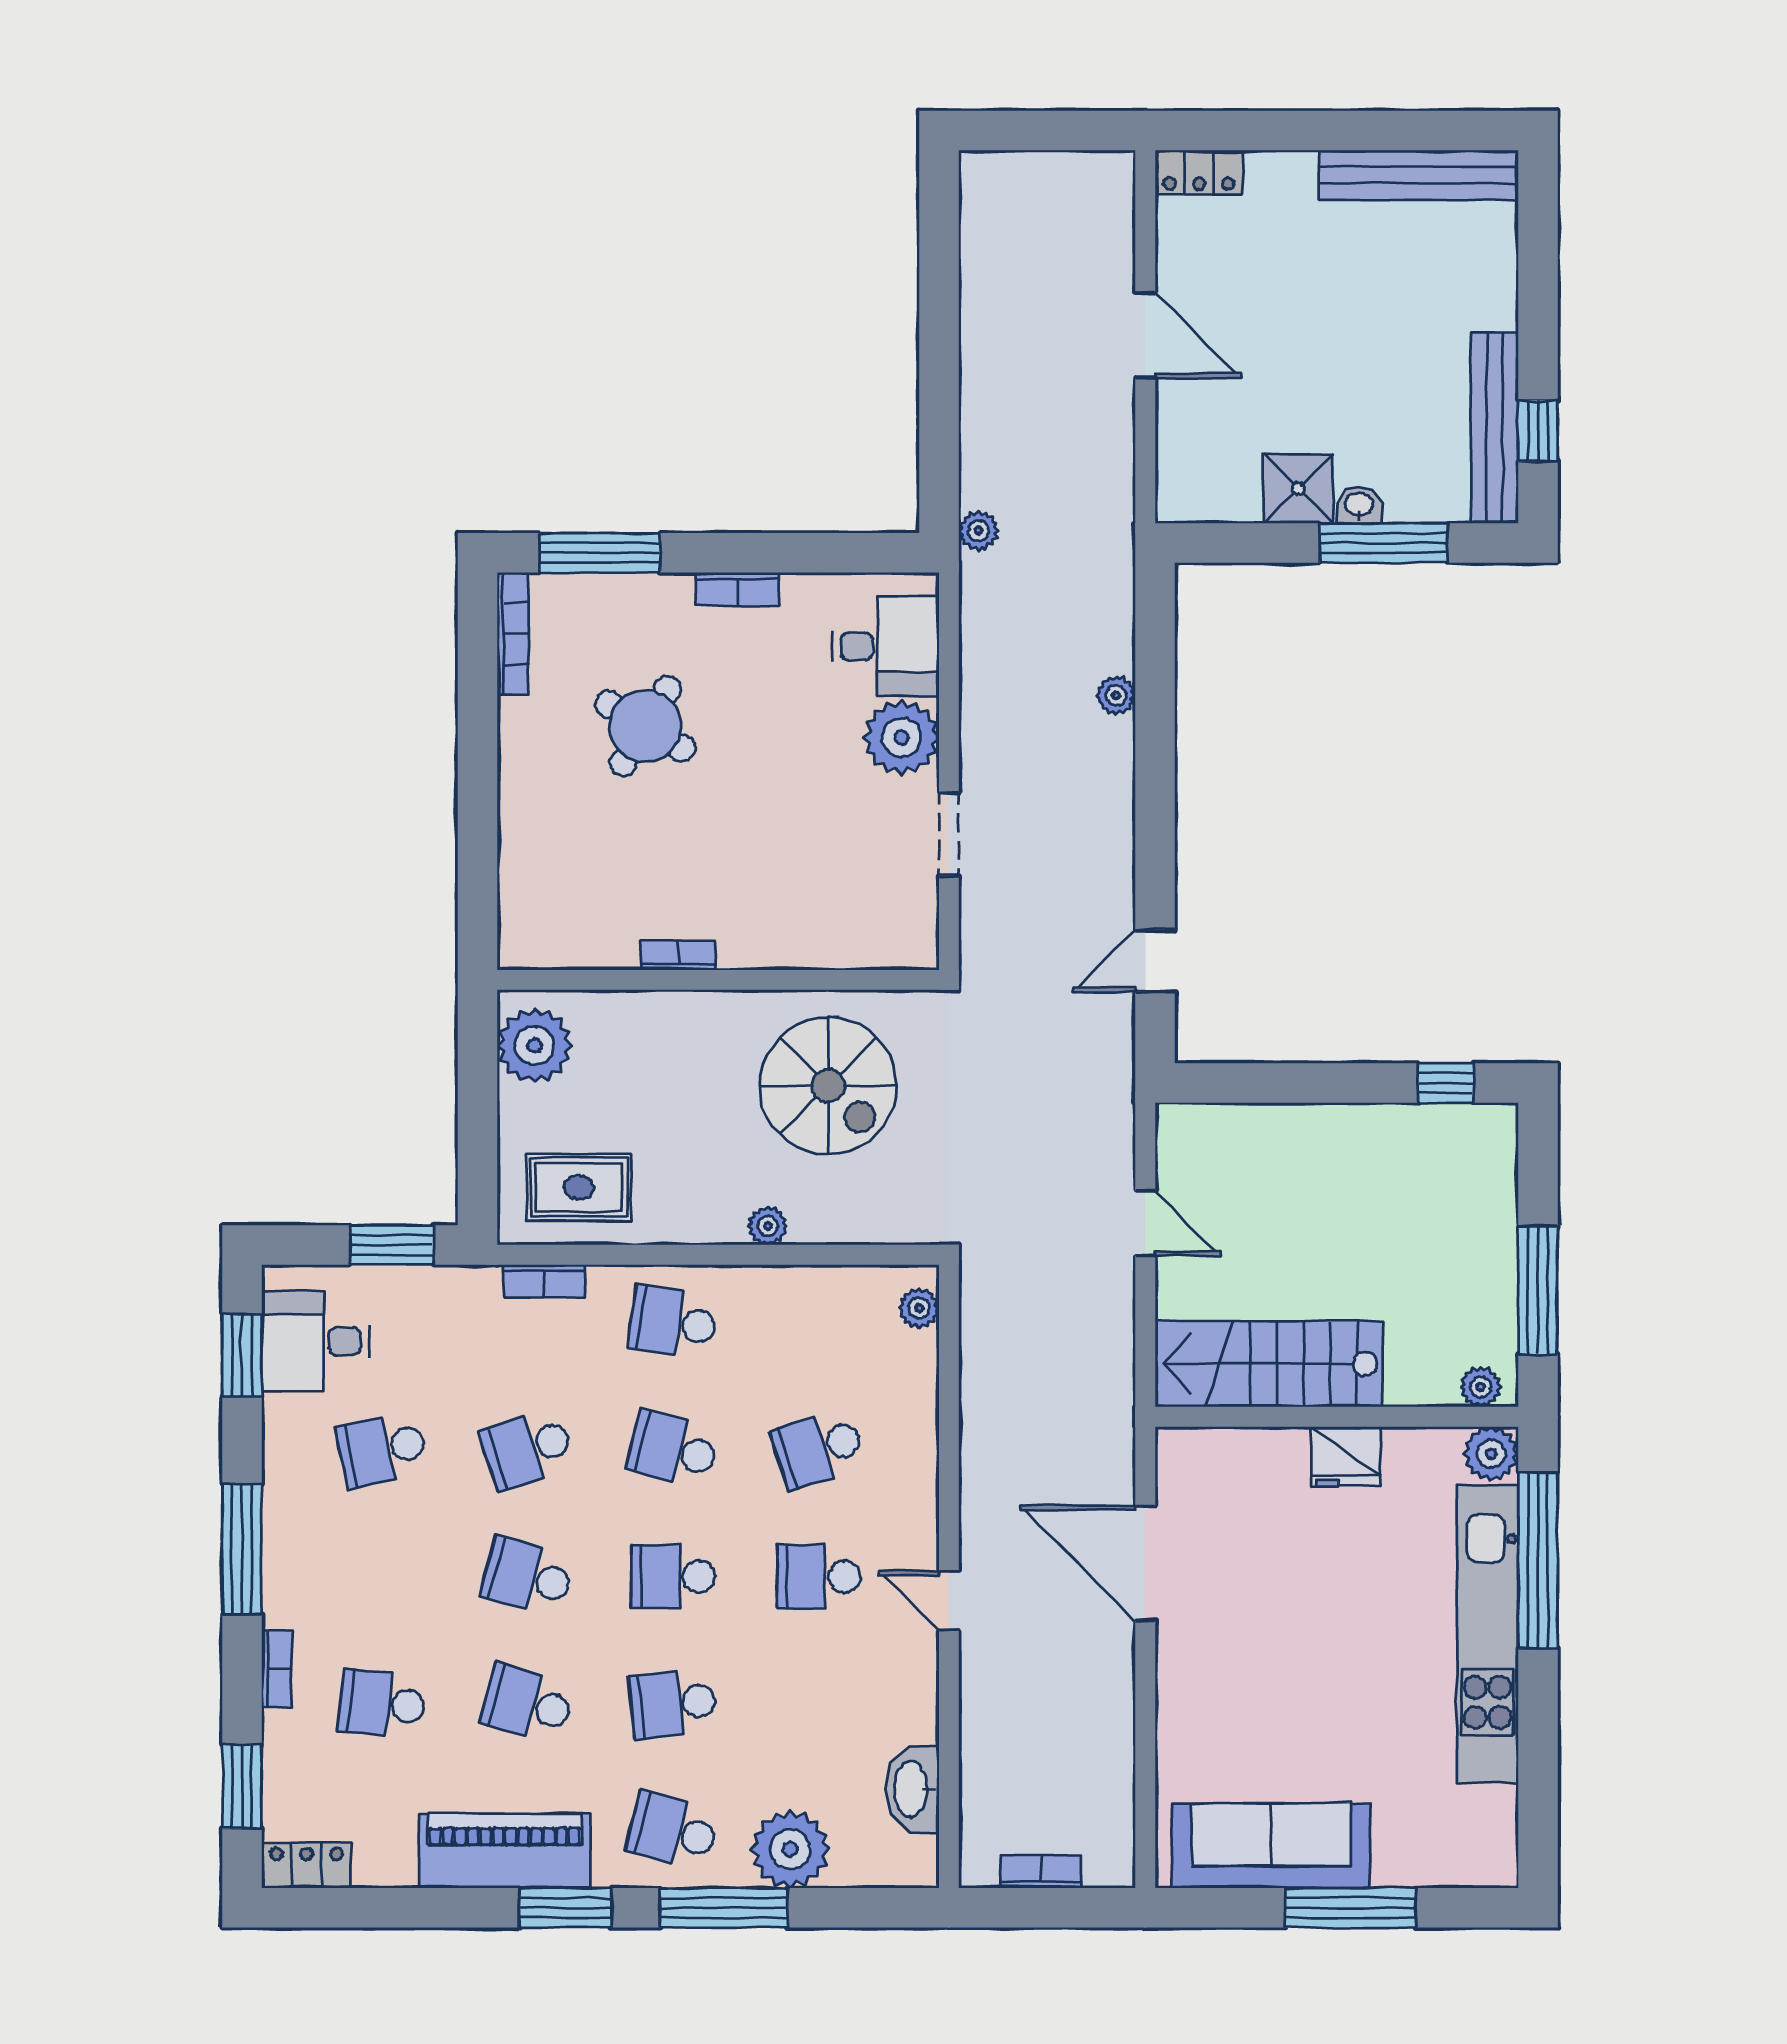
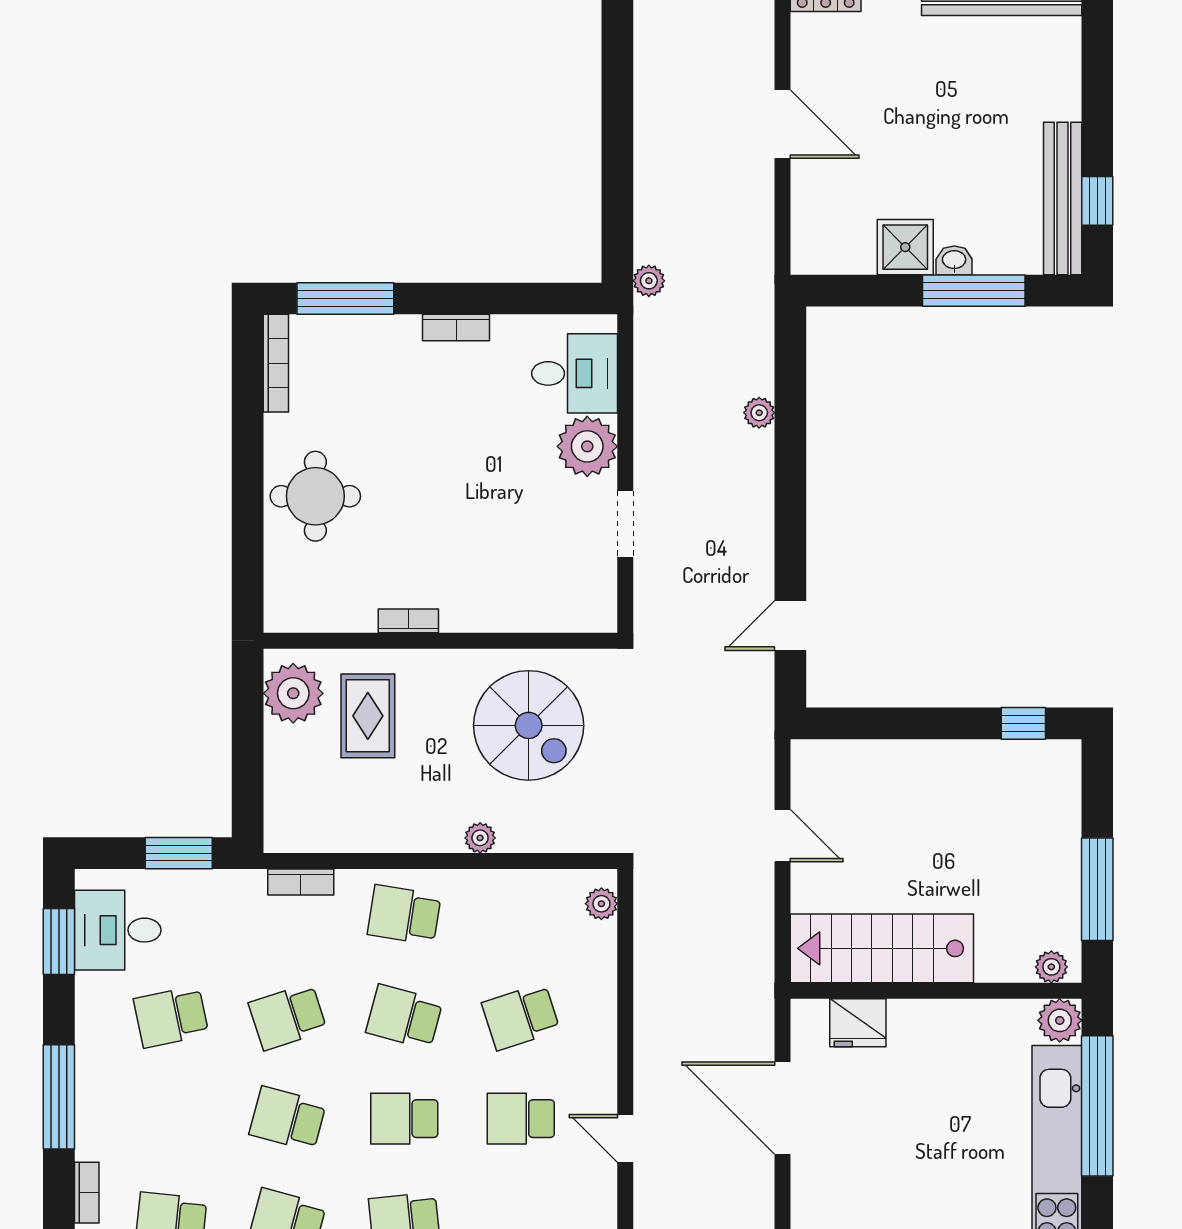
round table: (645, 726) -> (315, 496), moved, turned -31
rug: (579, 1187) -> (368, 716), moved, turned 90
fridge: (1346, 1457) -> (858, 1023), moved

